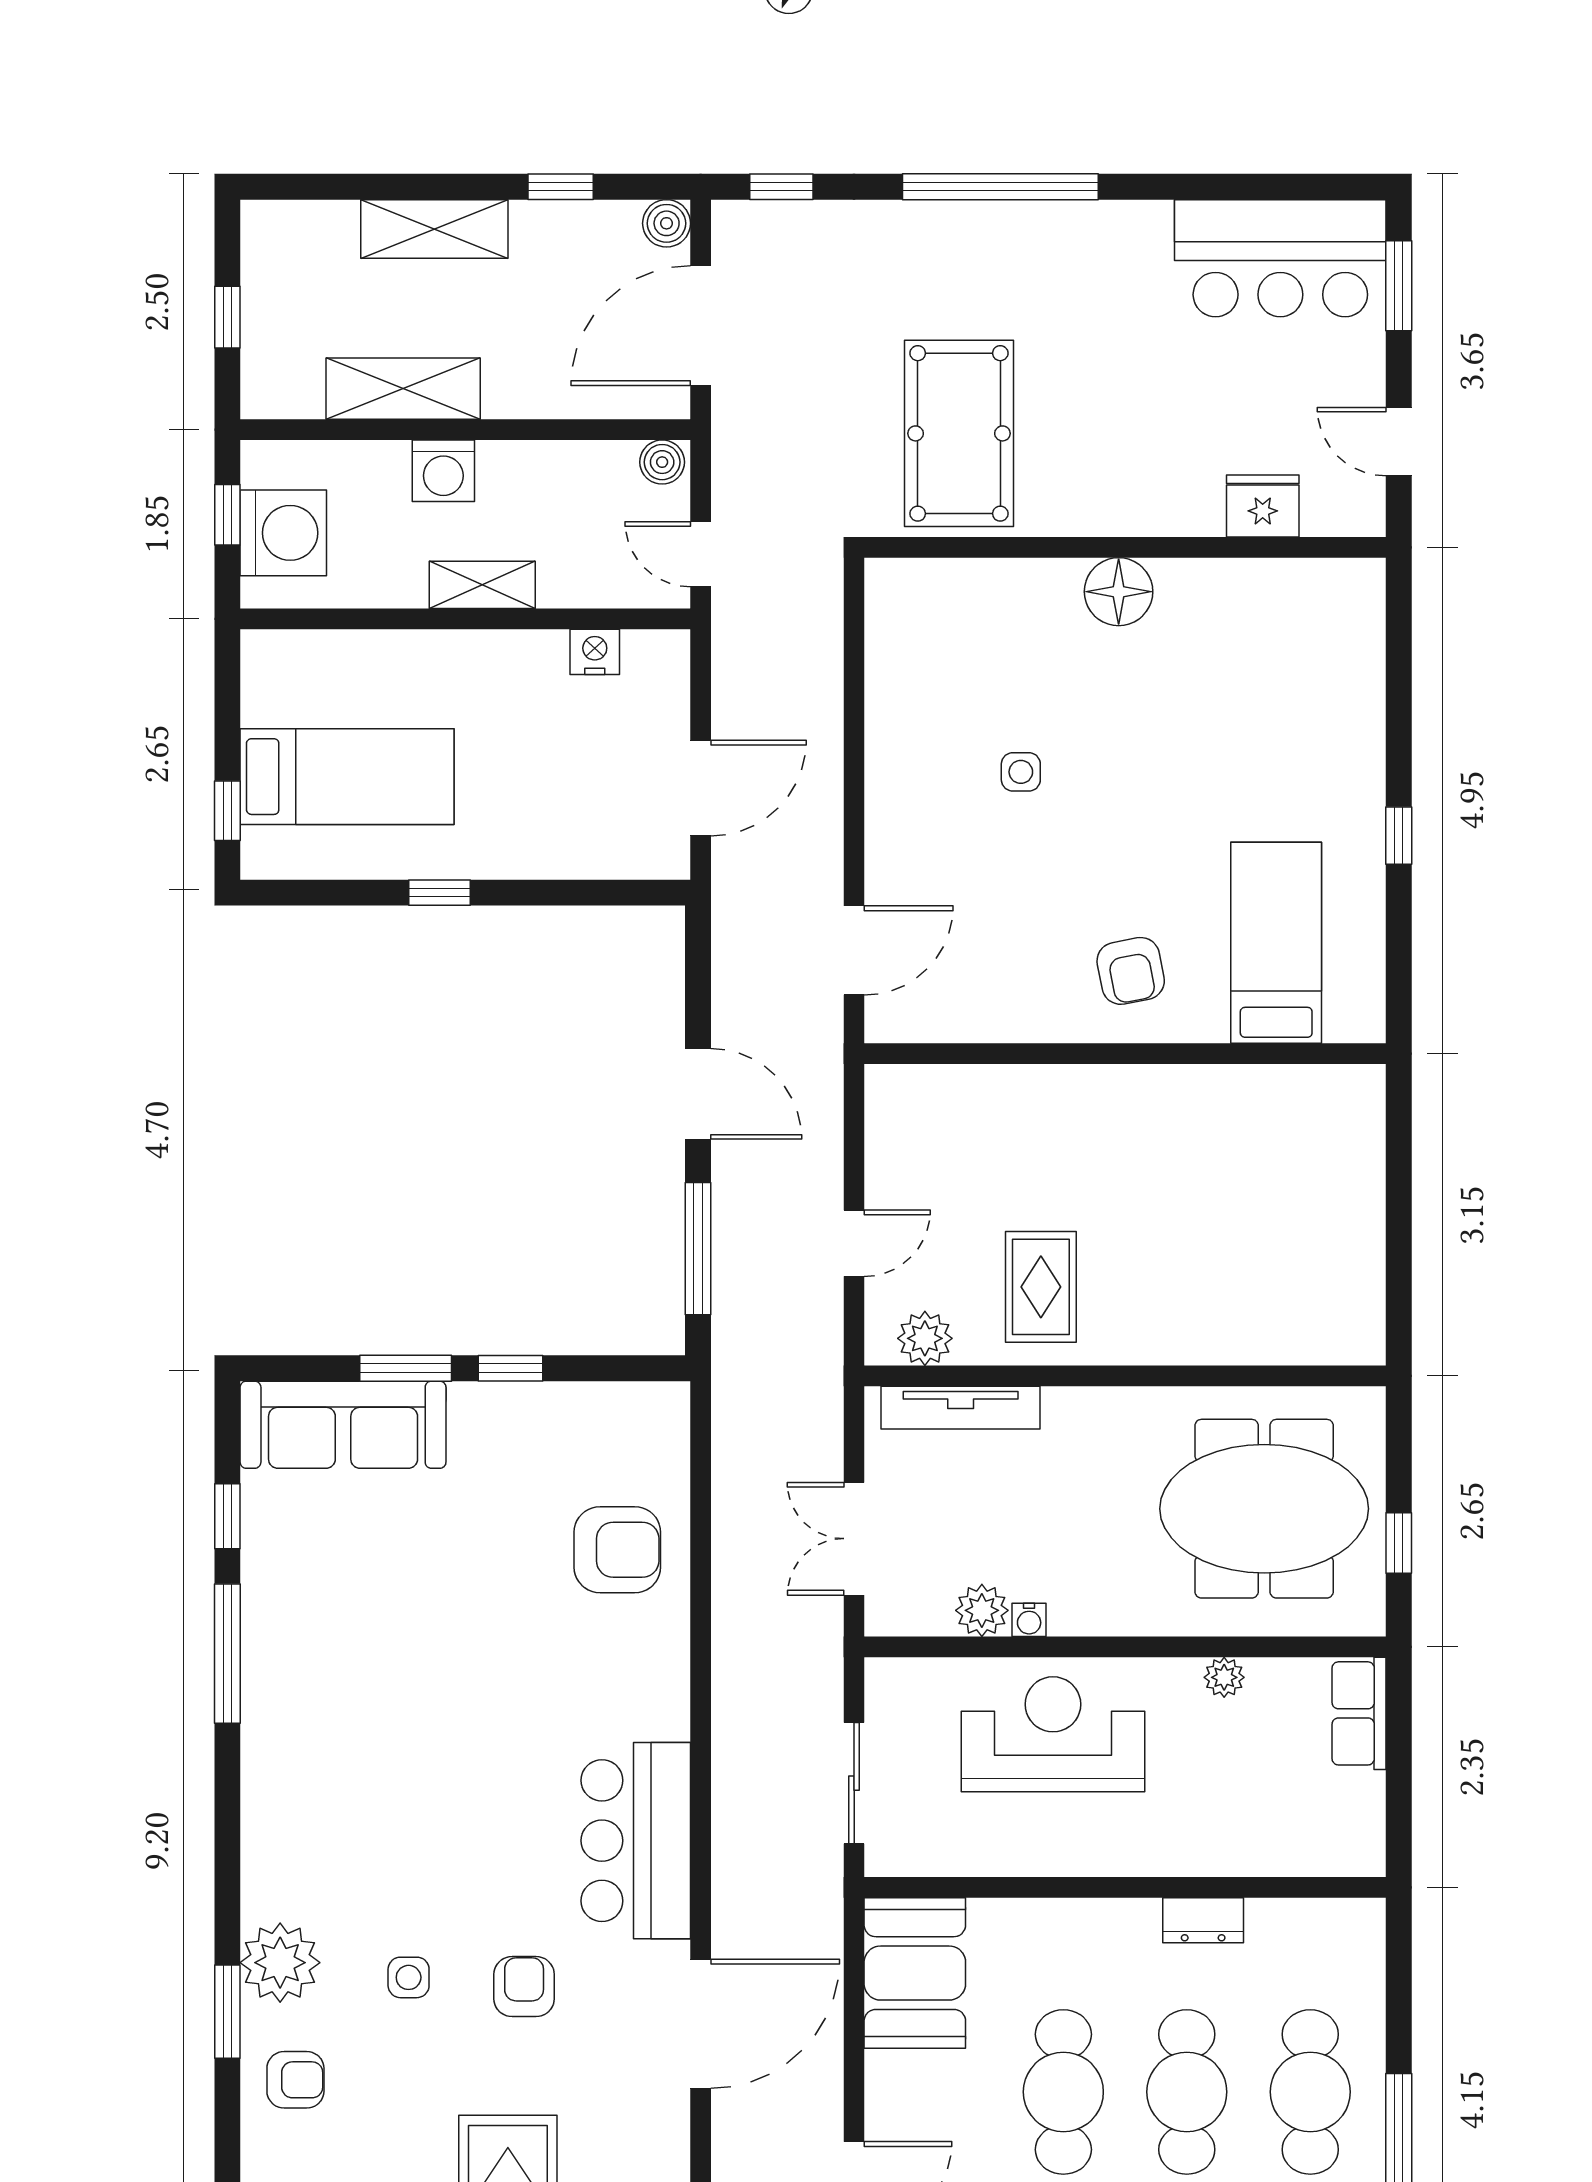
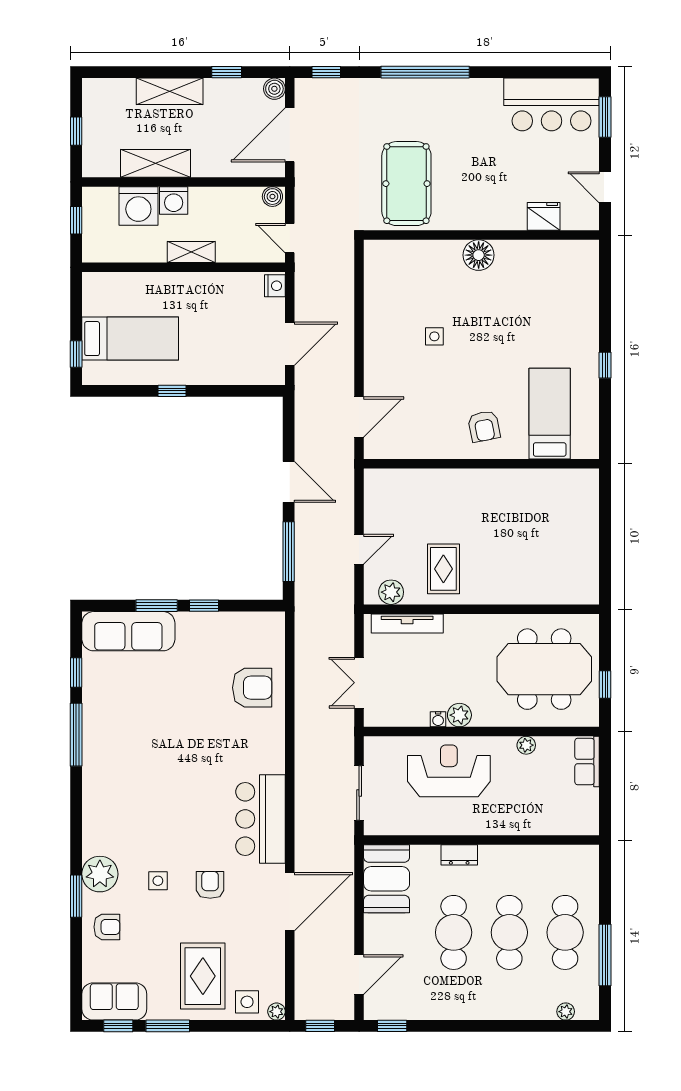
washing machine: (283, 533) -> (138, 206), moved, turned 90
nightstand: (595, 652) -> (275, 286), moved, turned 90
plant: (982, 1610) -> (459, 715), moved
dresser: (1203, 1920) -> (459, 855), moved

